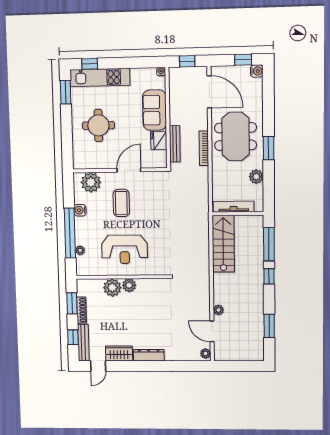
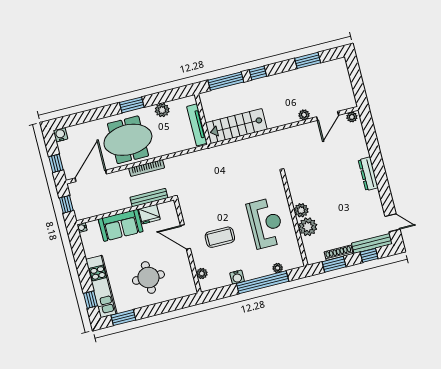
window: (243, 60) -> (56, 163), moved
plant: (91, 182) -> (202, 274), width x0.53, depth x0.53
wardrobe: (119, 353) -> (374, 204), removed

